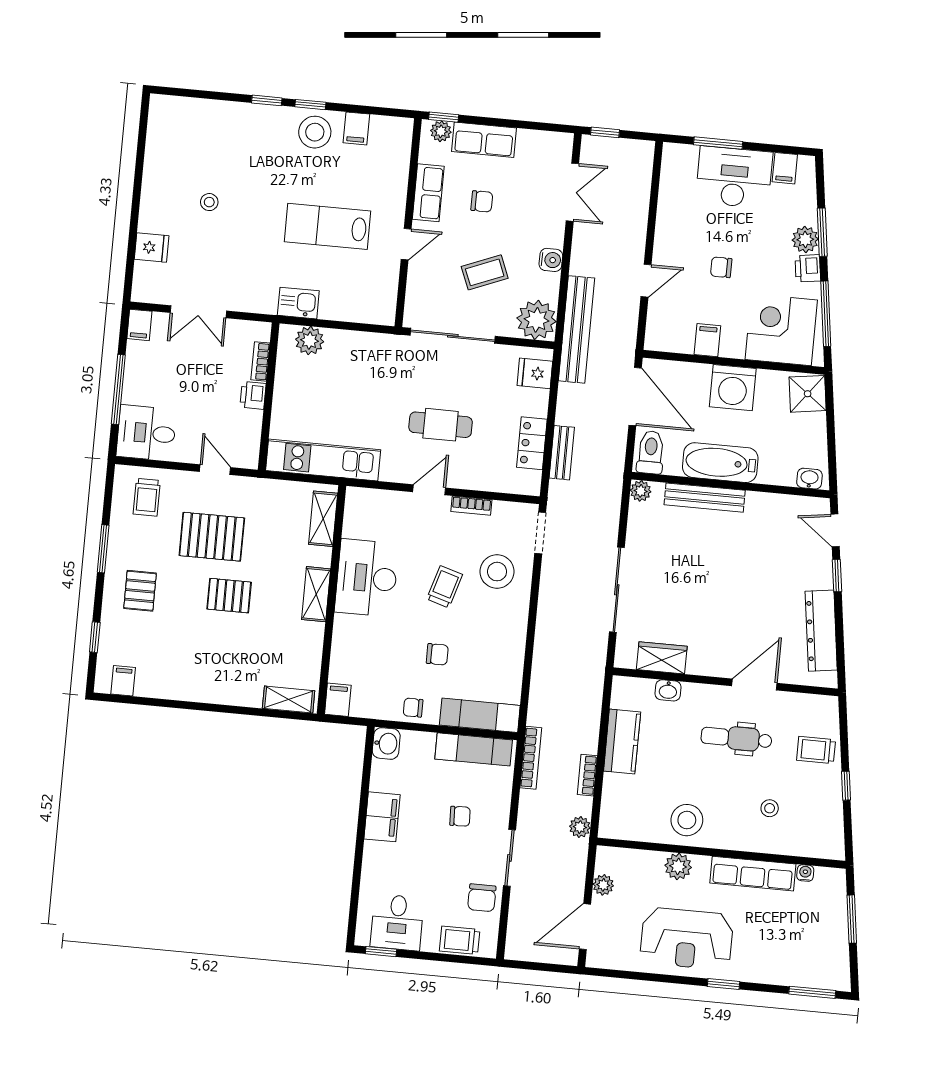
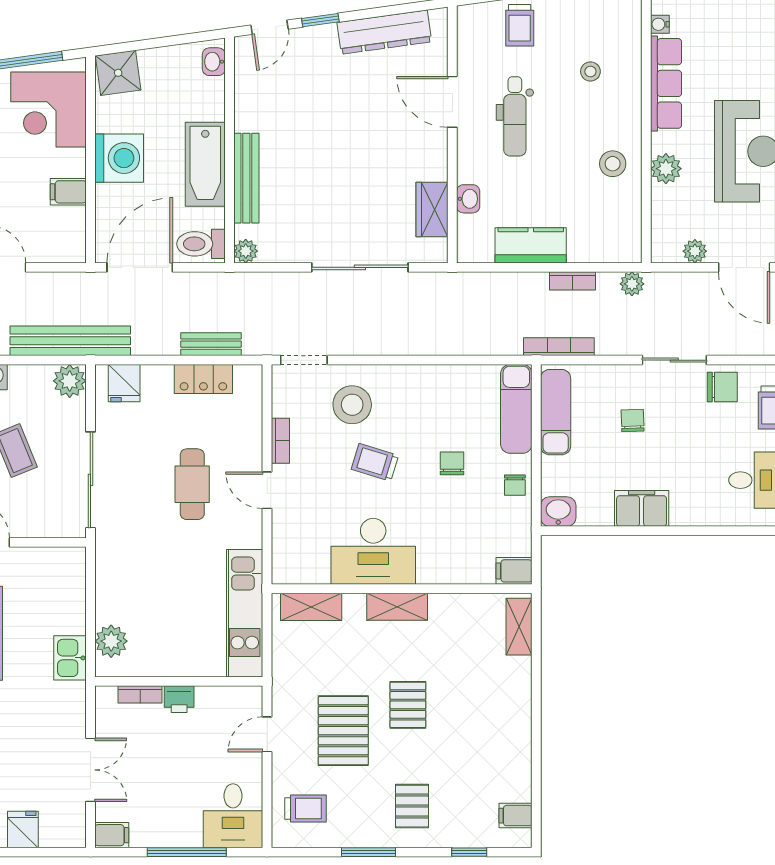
plant: (537, 320) -> (70, 381), width x0.73, depth x0.73
pallet: (140, 591) -> (412, 806), turned 90
stool: (687, 820) -> (613, 164), width x0.73, depth x0.73

